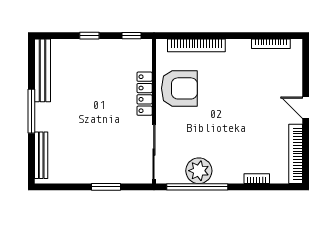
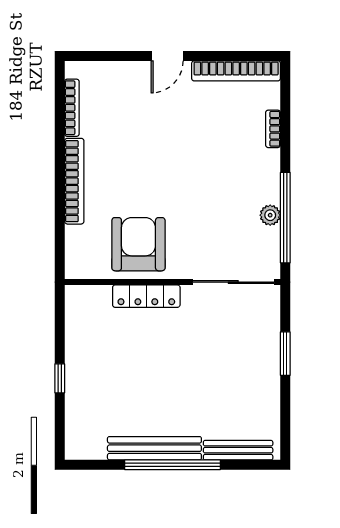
window: (132, 36) -> (60, 315), removed
bookcase: (196, 45) -> (74, 181), moved
bench: (42, 70) -> (154, 448), moved
window: (31, 111) -> (172, 465), width x1.46
plant: (199, 171) -> (270, 215), width x0.53, depth x0.53

